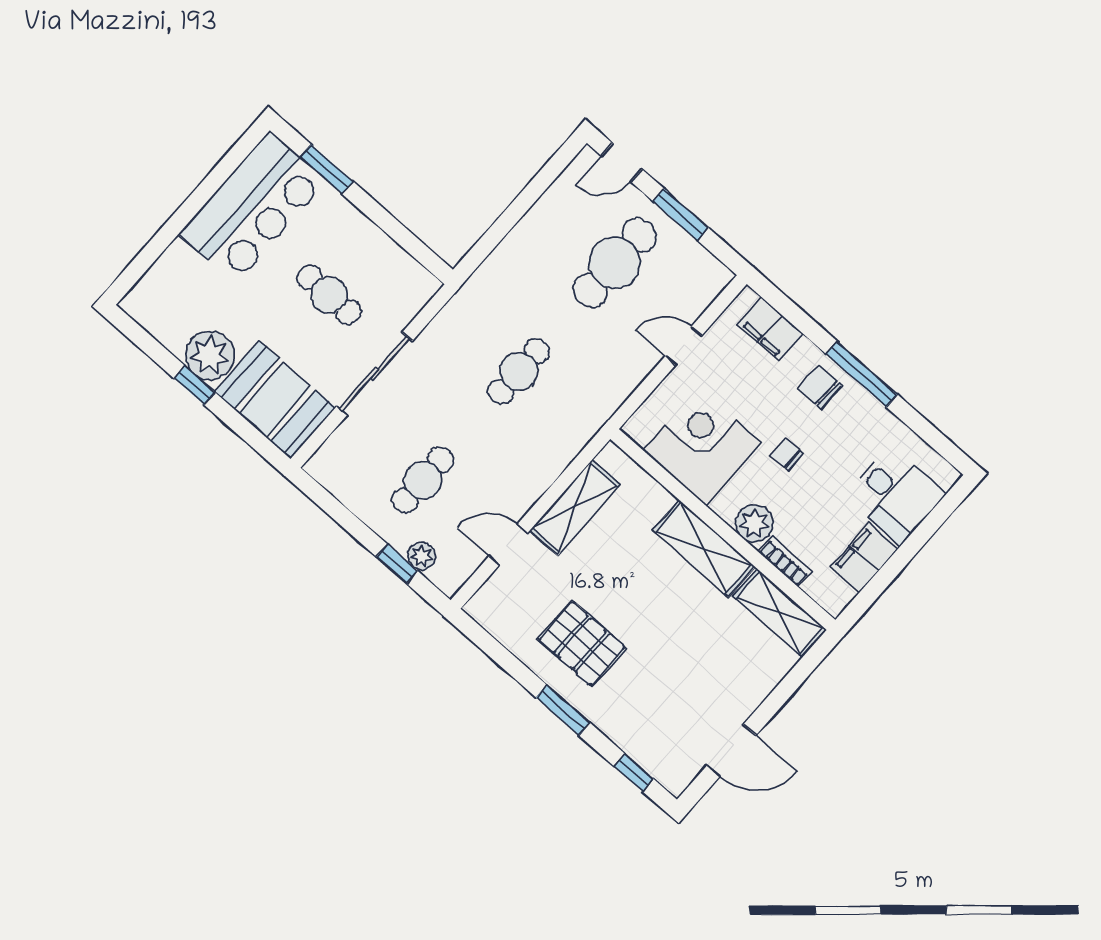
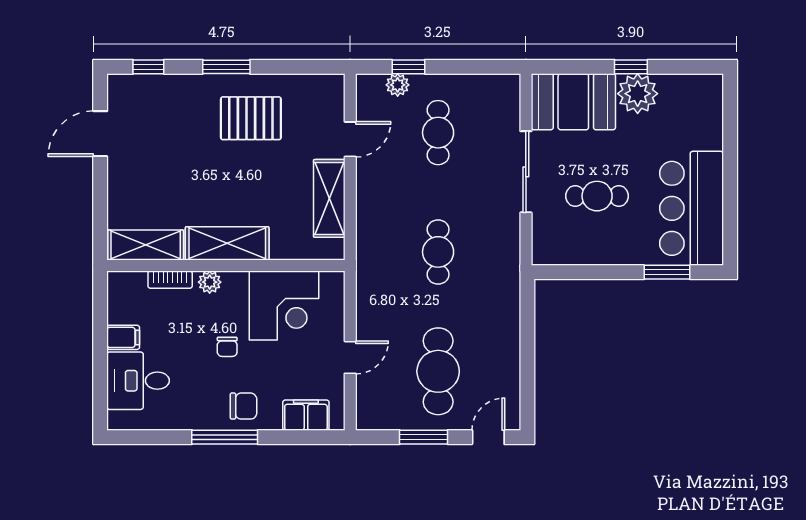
chair: (787, 454) -> (227, 347), turned 90
plant: (754, 524) -> (210, 282), width x0.73, depth x0.73
filing cabinet: (864, 558) -> (123, 337), width x0.50

